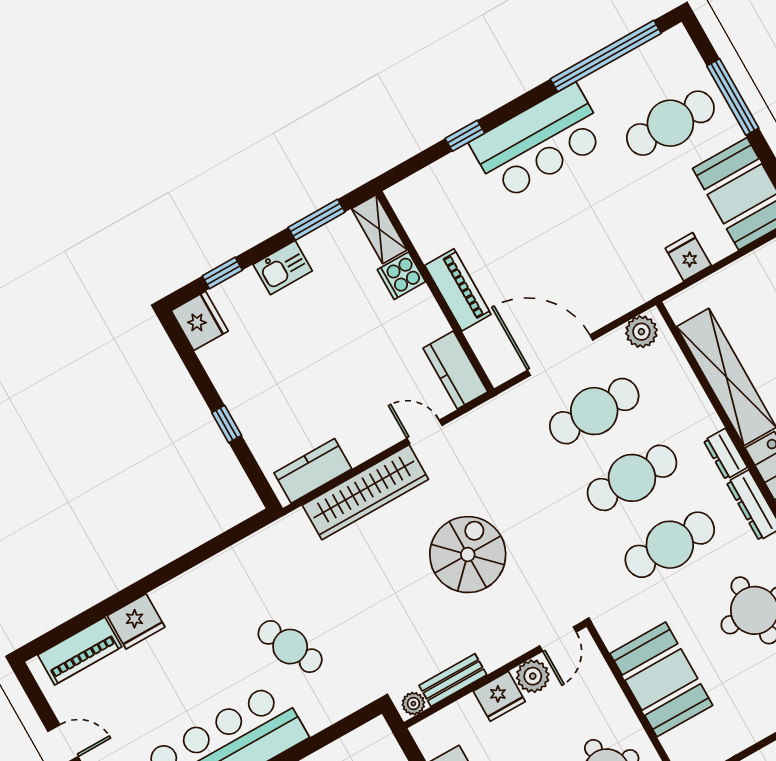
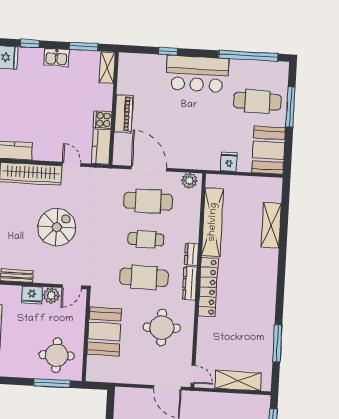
cooker: (401, 276) -> (102, 120), moved
cafe table: (632, 478) -> (146, 239), width x0.73, depth x0.74

